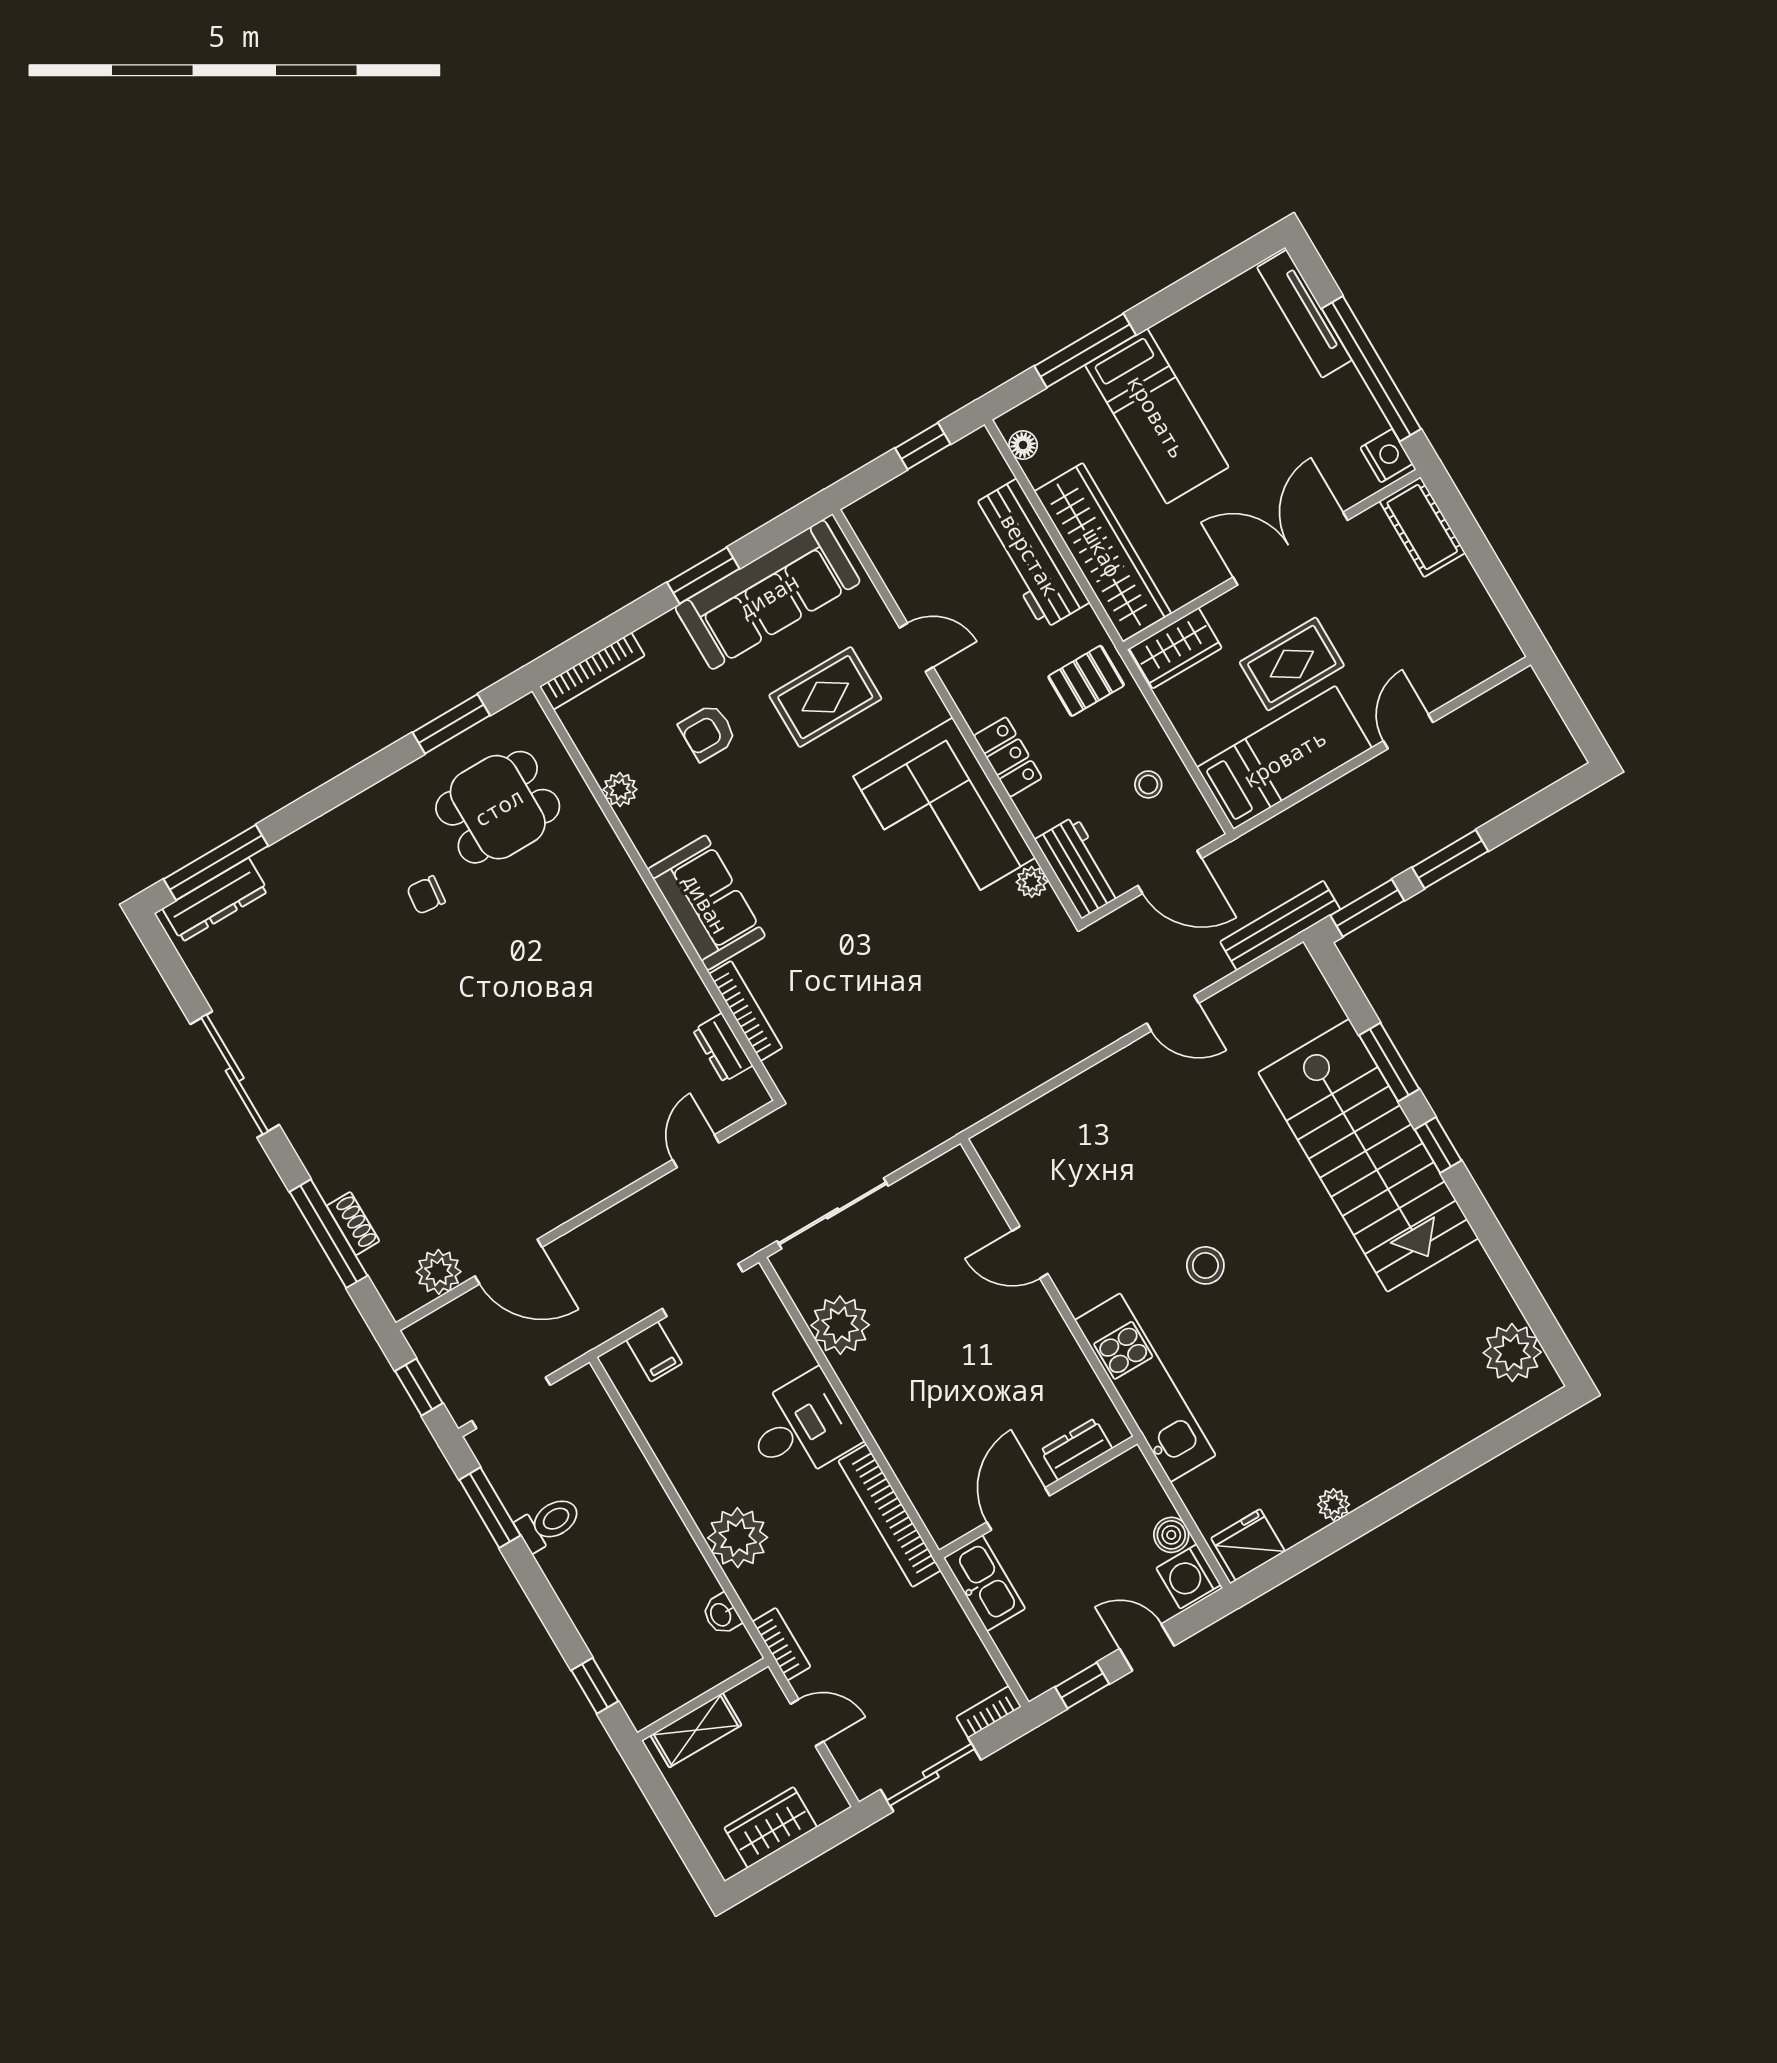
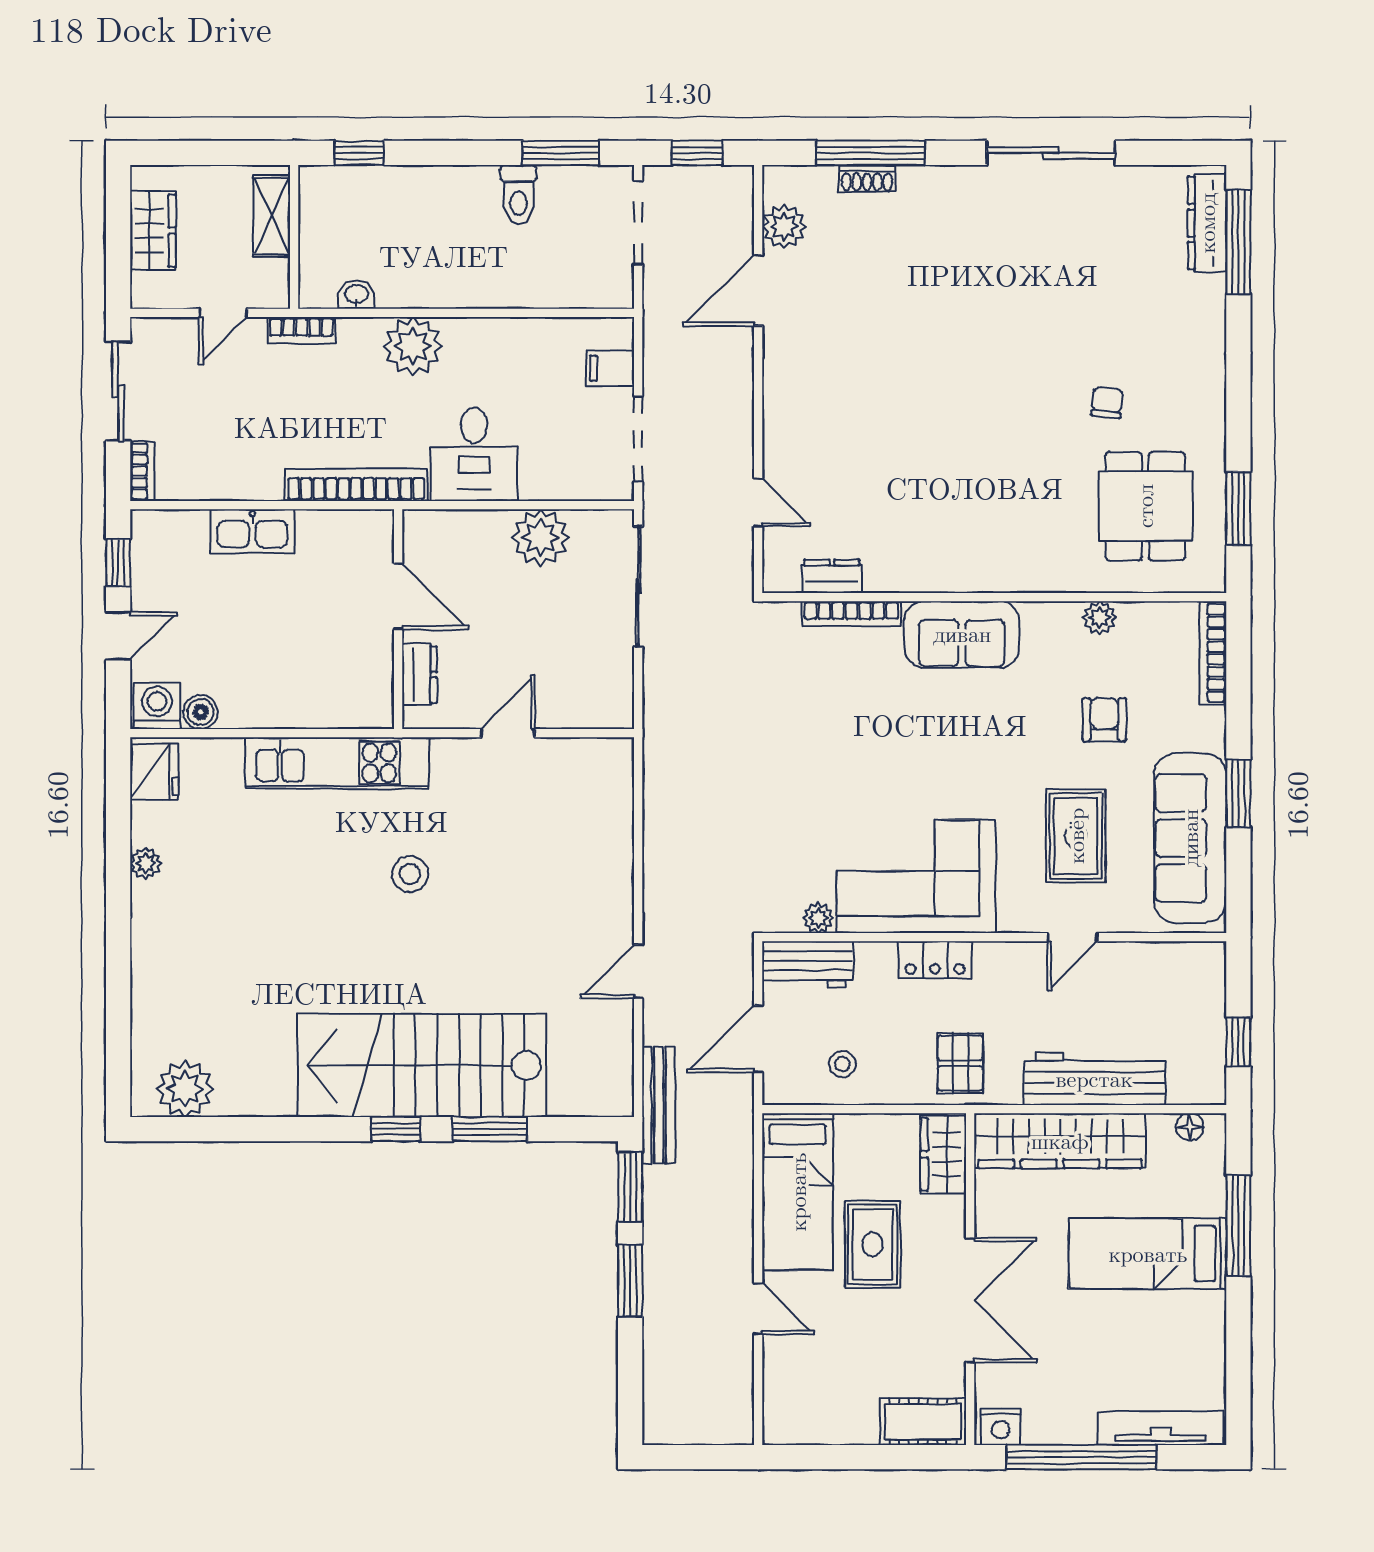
dresser: (1076, 1449) -> (419, 675), moved
wall: (1038, 1497) -> (398, 619), moved
door: (1018, 1509) -> (398, 596), moved

